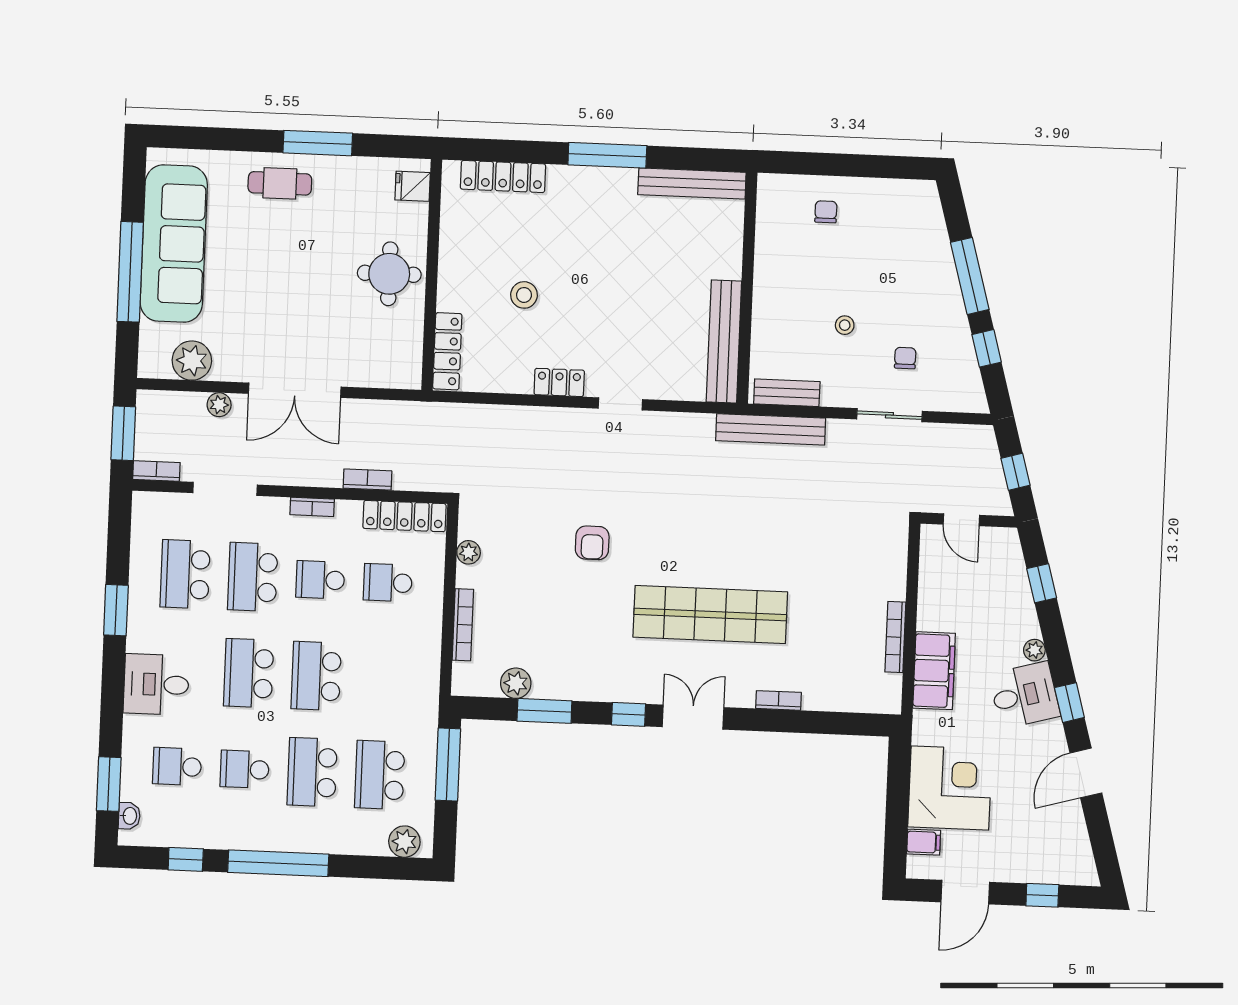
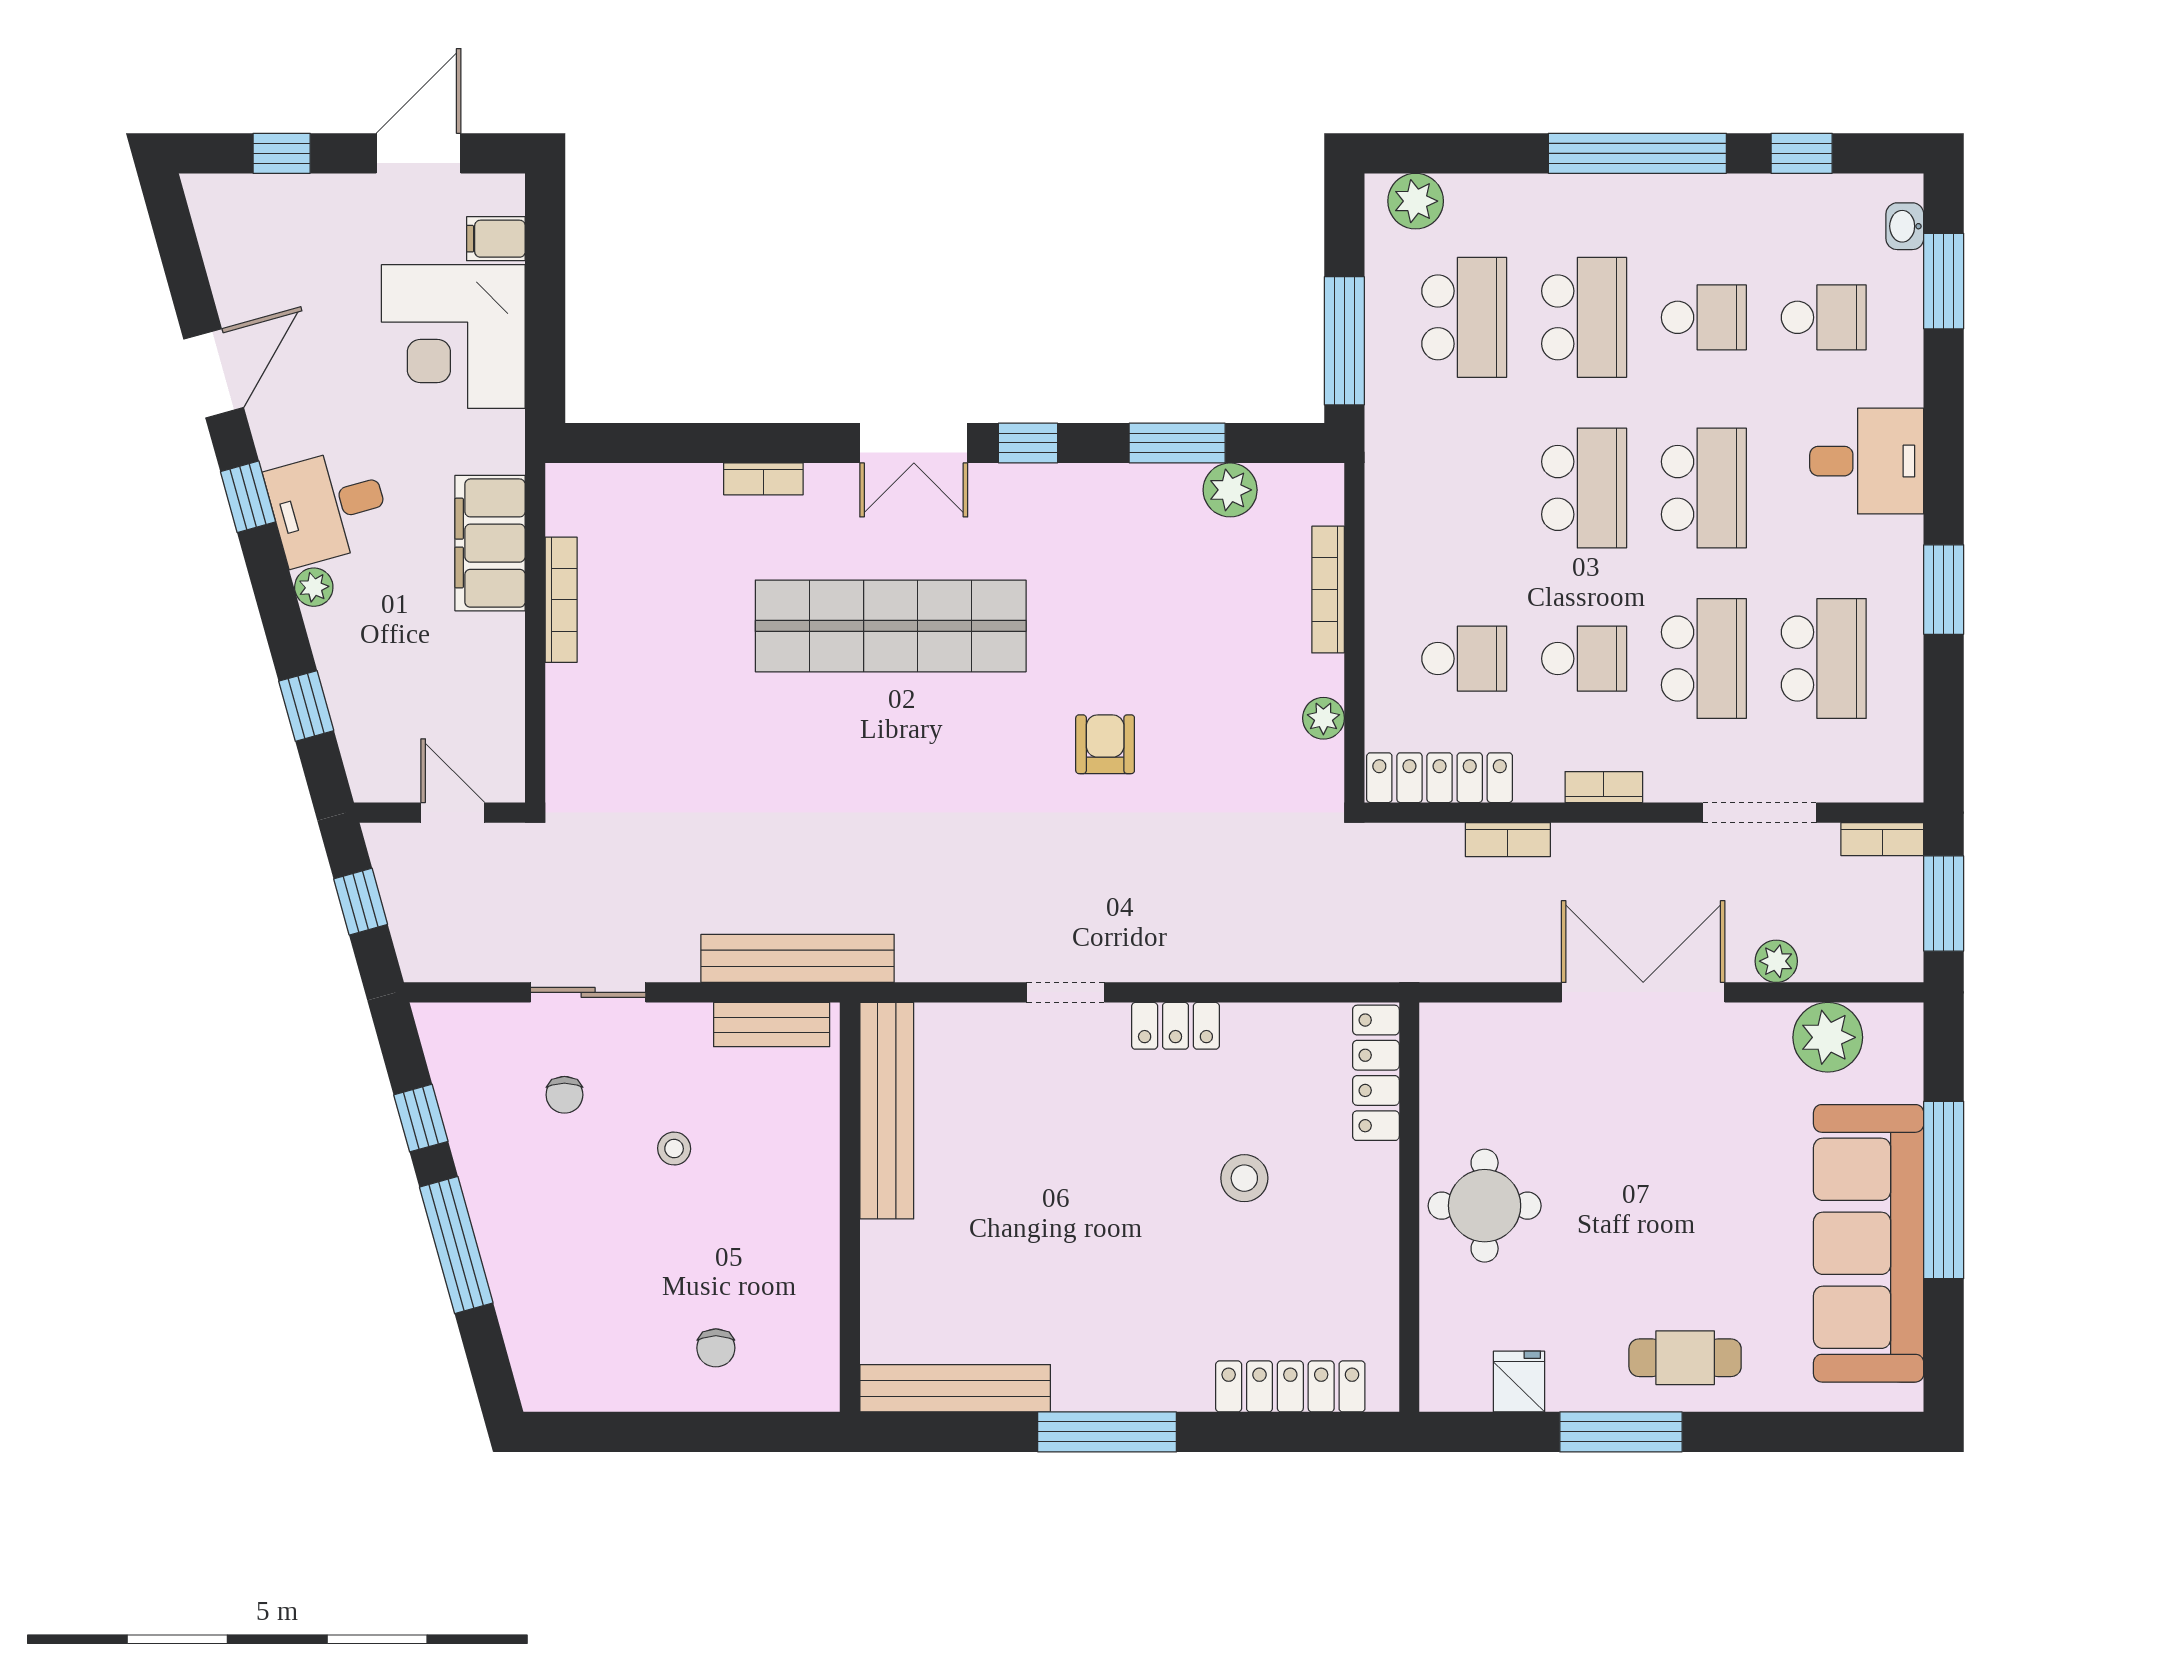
fridge: (413, 186) -> (1519, 1381), moved, turned -90

